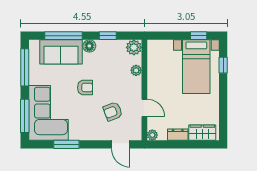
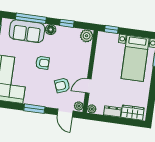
window: (199, 36) -> (111, 29), moved
plant: (136, 70) -> (79, 106), moved
door: (144, 108) -> (88, 86), swing flipped
window: (66, 144) -> (34, 109), moved

